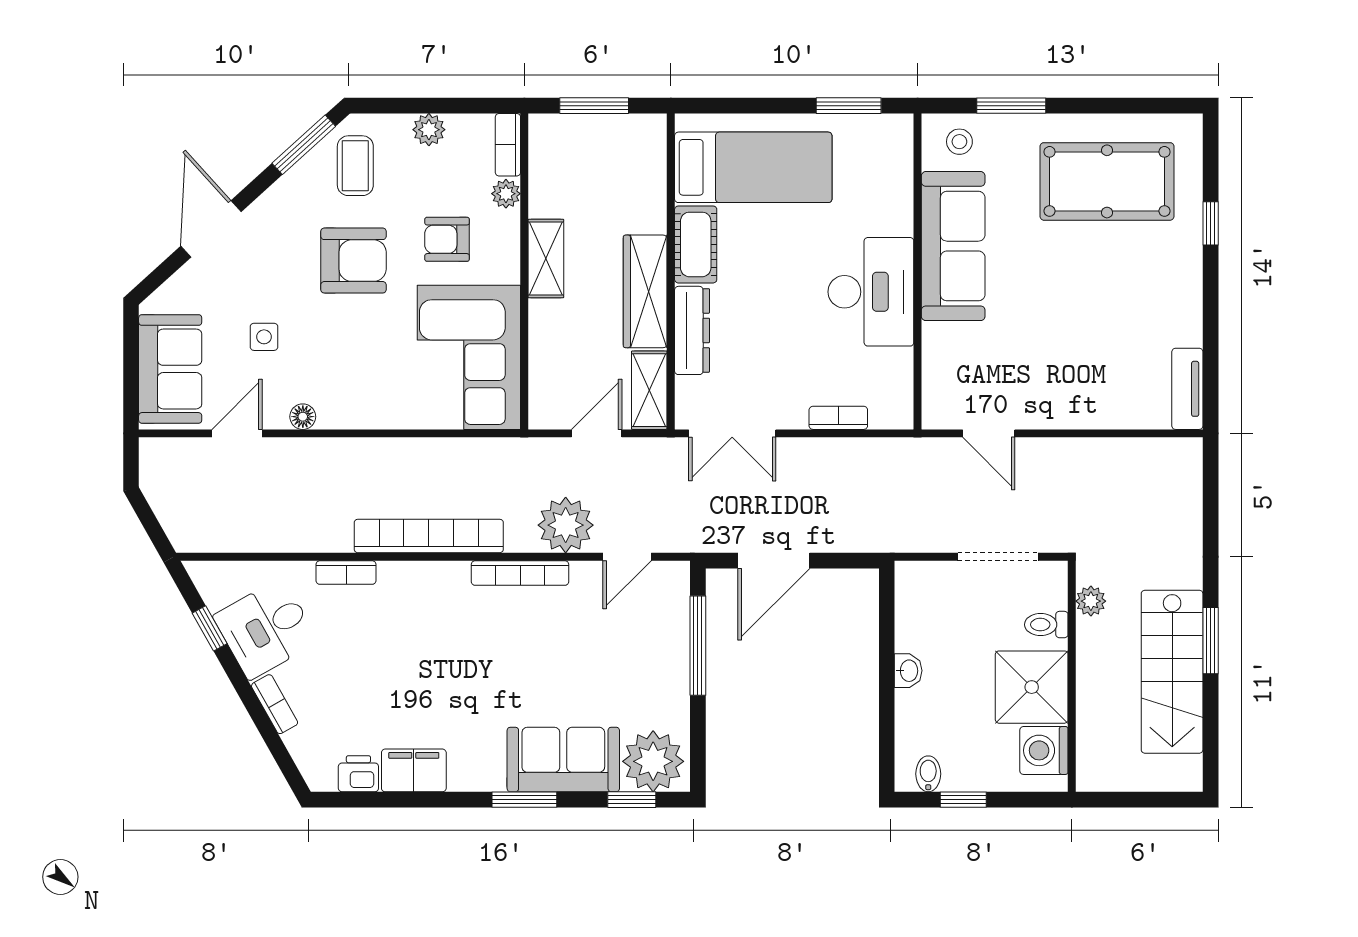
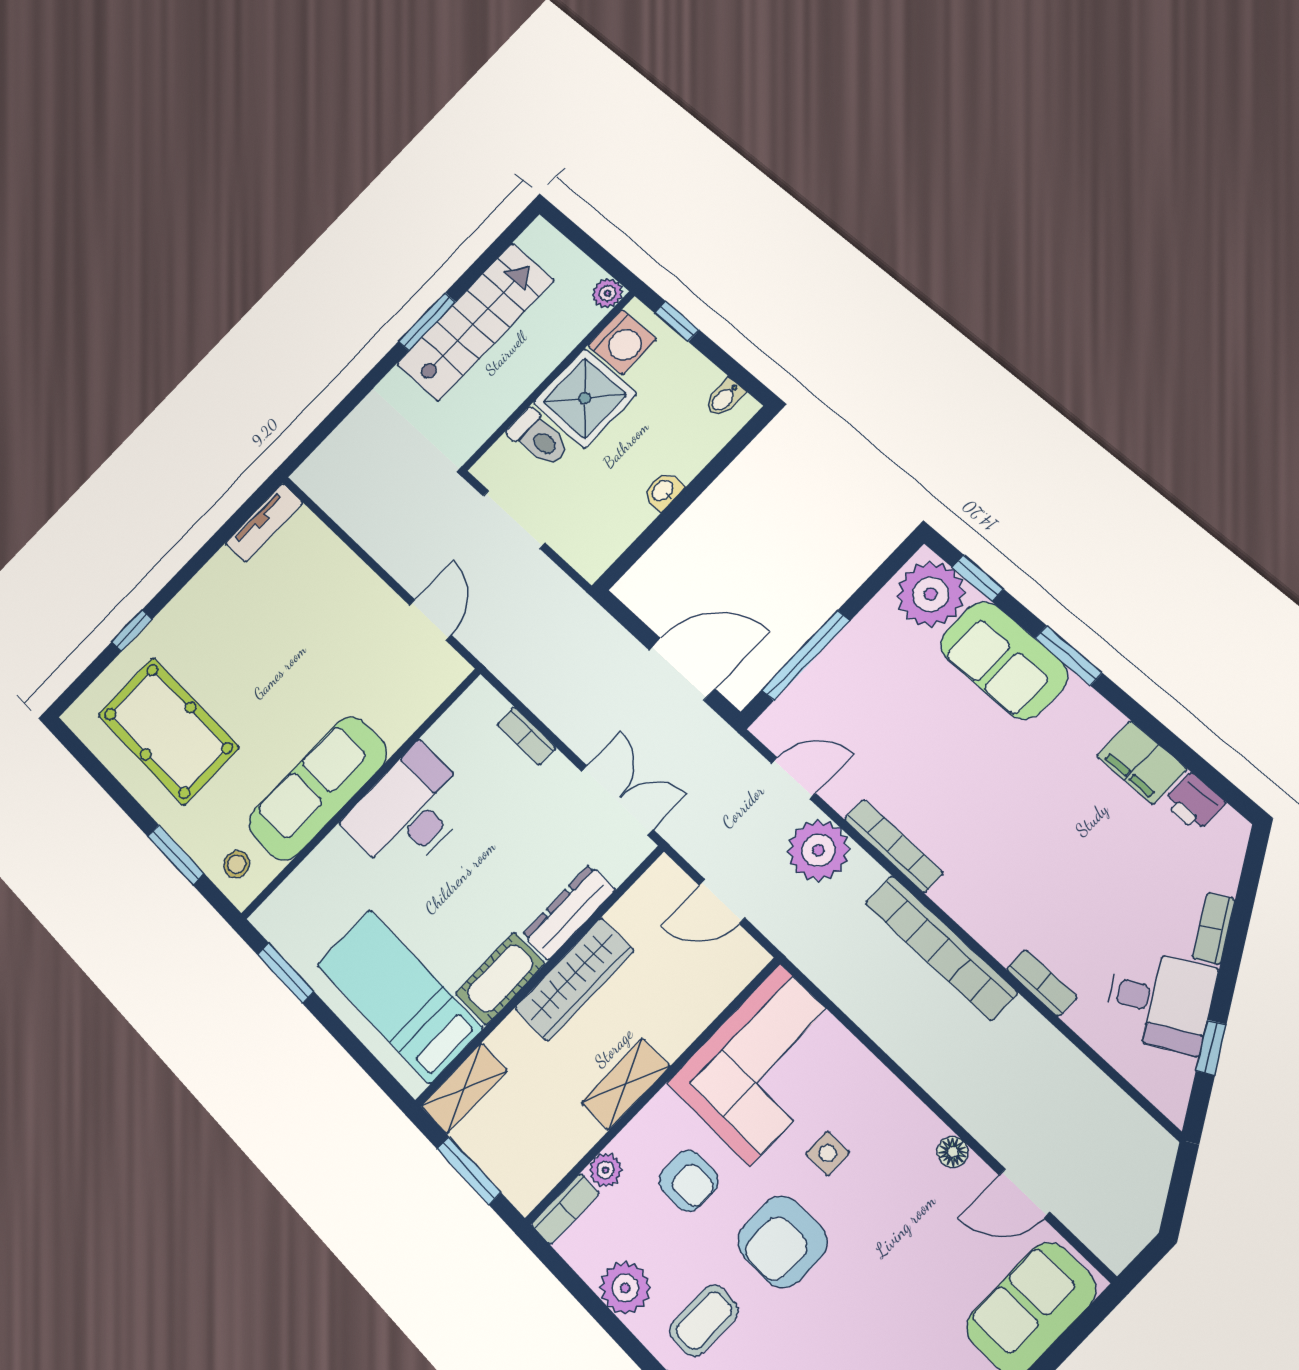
plant: (429, 130) -> (625, 1288), width x1.38, depth x1.38
armchair: (353, 261) -> (782, 1242), turned -90
side table: (264, 337) -> (828, 1153), moved
shelving: (649, 390) -> (464, 1088), moved
plant: (1091, 601) -> (607, 293), moved
toilet: (1046, 625) -> (539, 438), width x1.37, depth x1.39
window: (963, 800) -> (677, 321), moved

